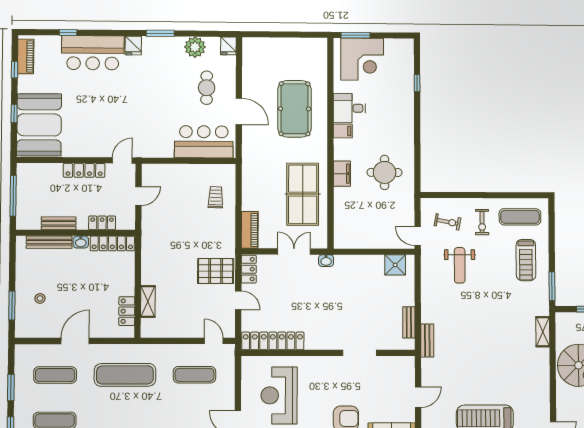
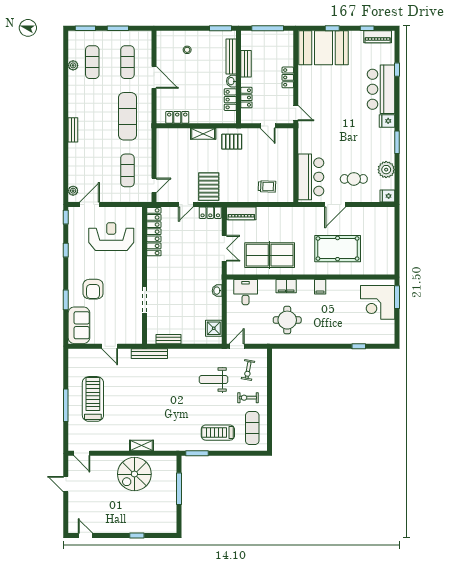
desk: (349, 108) -> (246, 292), moved
locker: (84, 170) -> (288, 77), width x0.66
pallet: (158, 242) -> (232, 142), added
locker: (112, 243) -> (230, 100), width x0.66
washbasin: (326, 261) -> (217, 291), moved
shelving: (148, 301) -> (203, 134), moved
window: (12, 305) -> (221, 28), moved
shelving: (543, 332) -> (141, 446), moved
bench: (427, 341) -> (149, 354), width x1.36

